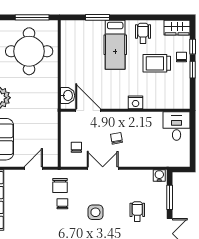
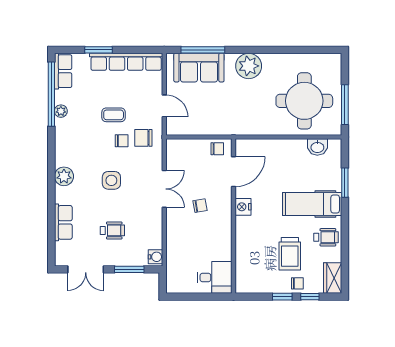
trolley: (157, 63) -> (290, 254), turned 180
washbasin: (68, 95) -> (317, 147), moved
nightstand: (136, 102) -> (243, 207), moved
chair: (76, 147) -> (217, 149), moved
coffee table: (41, 210) -> (114, 115), added

